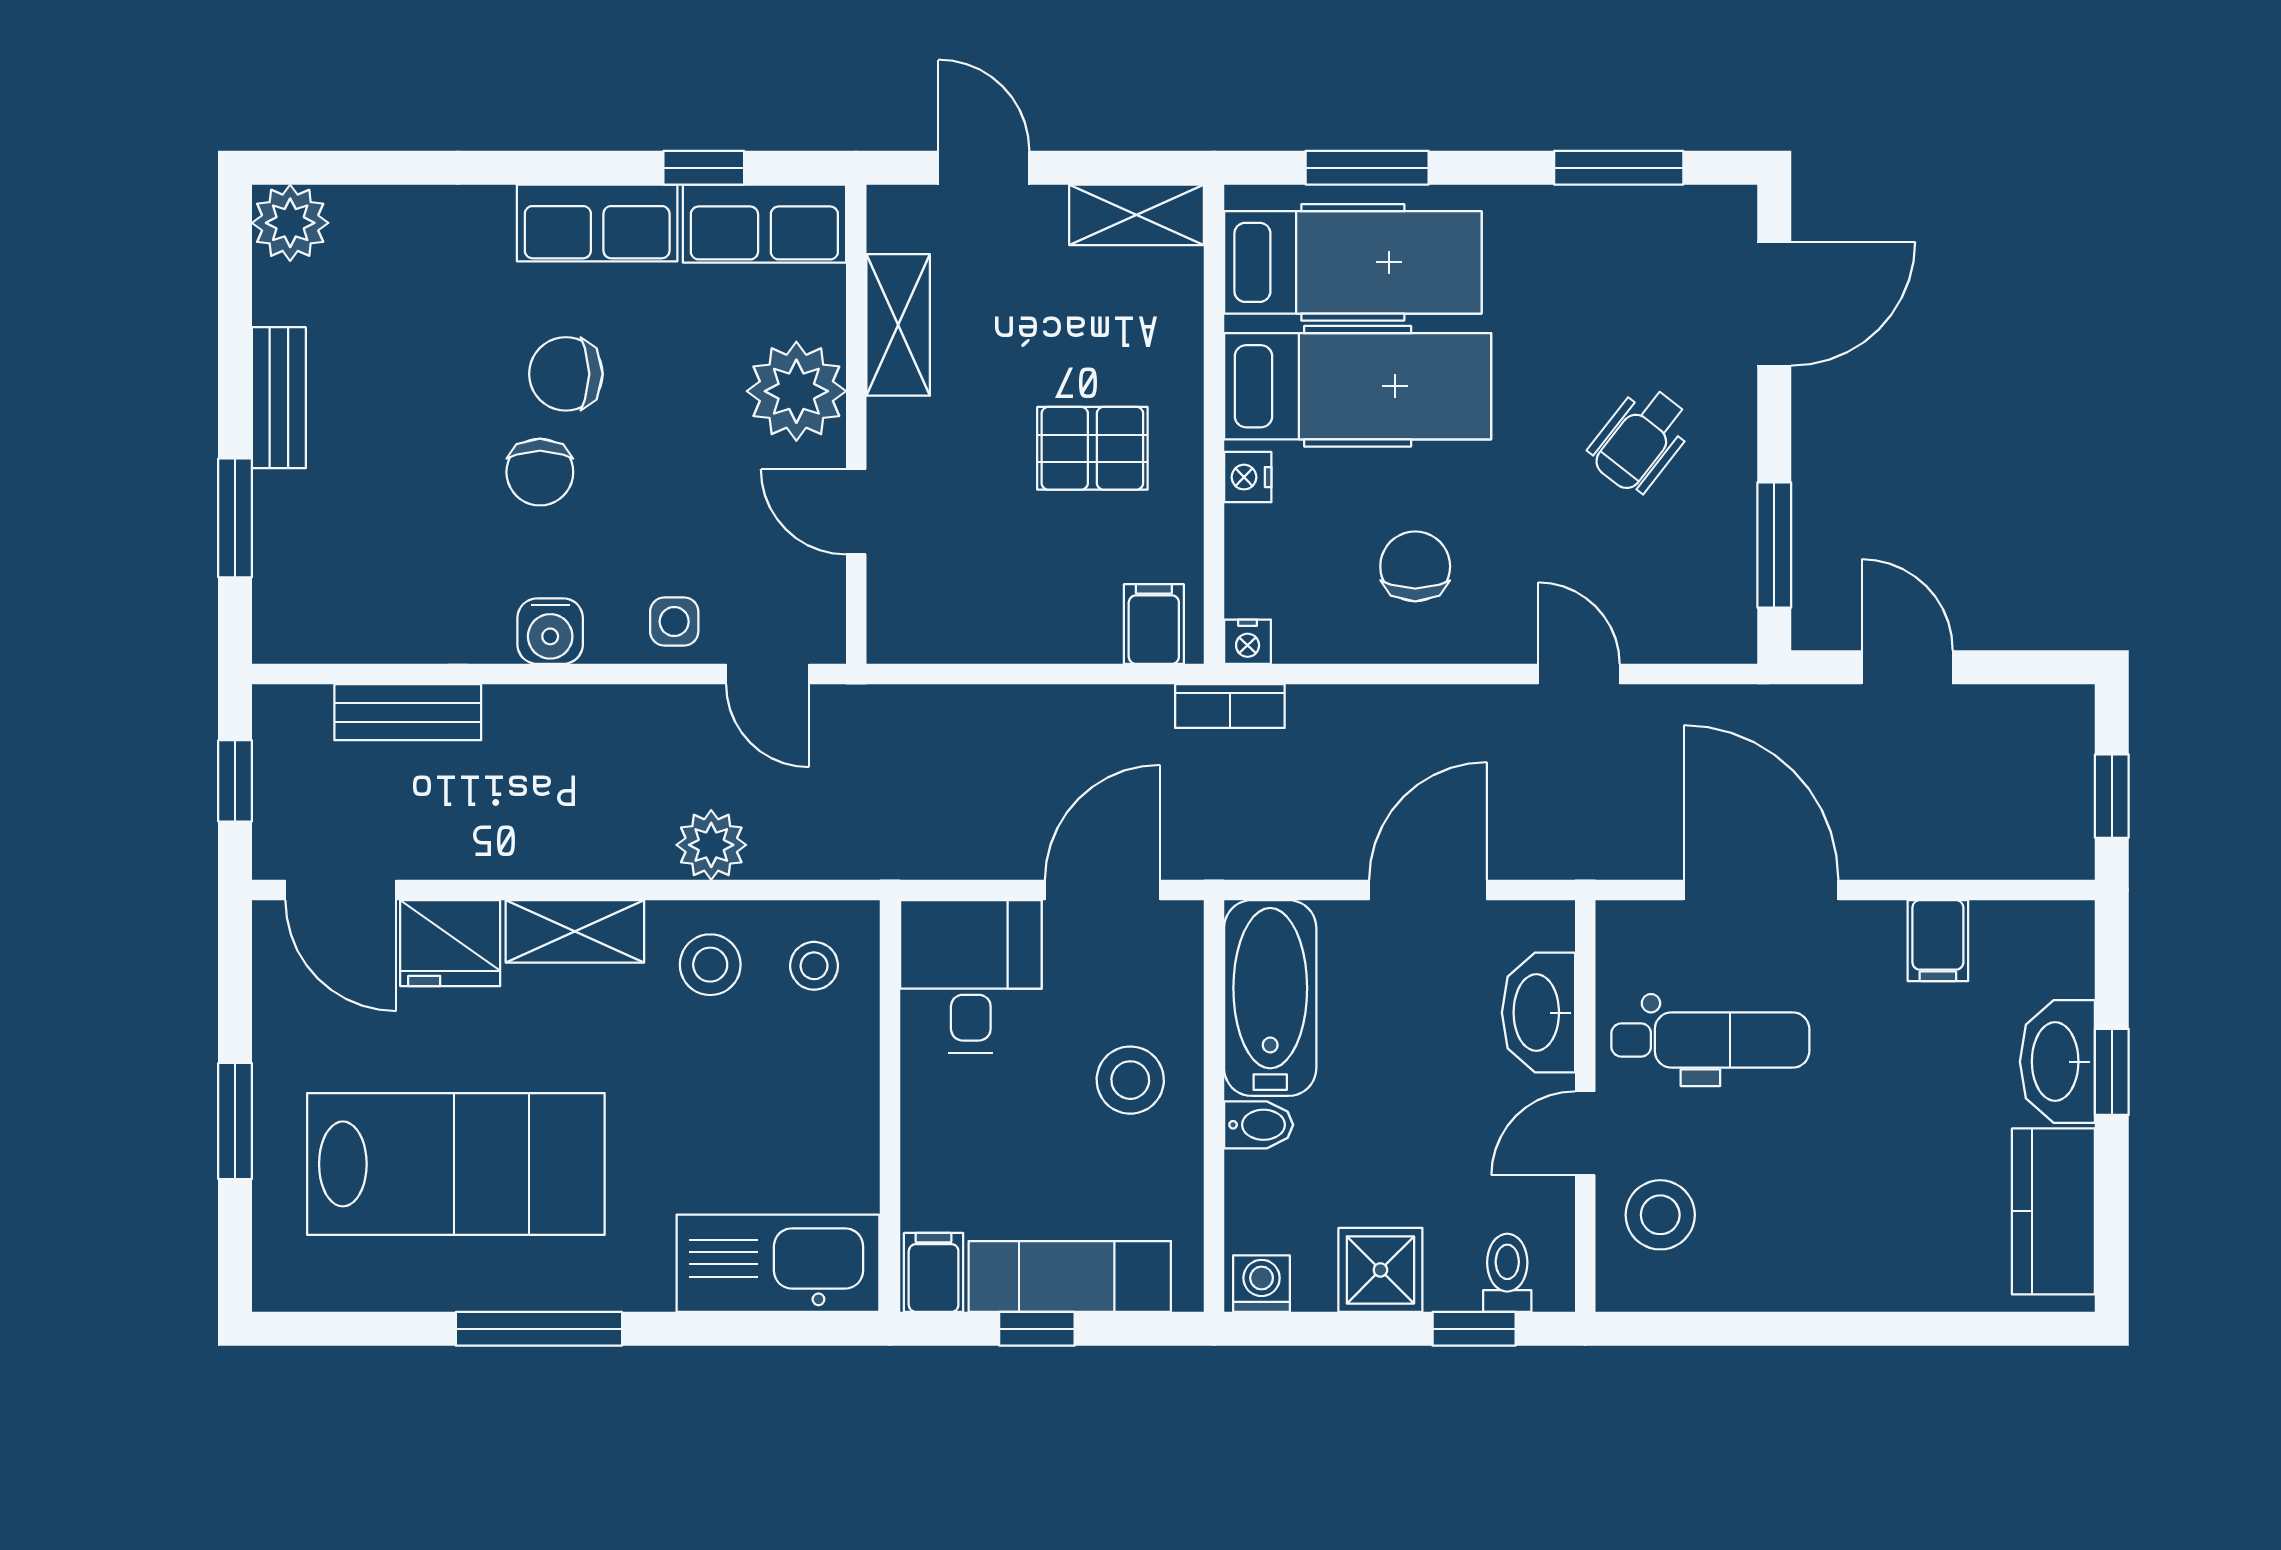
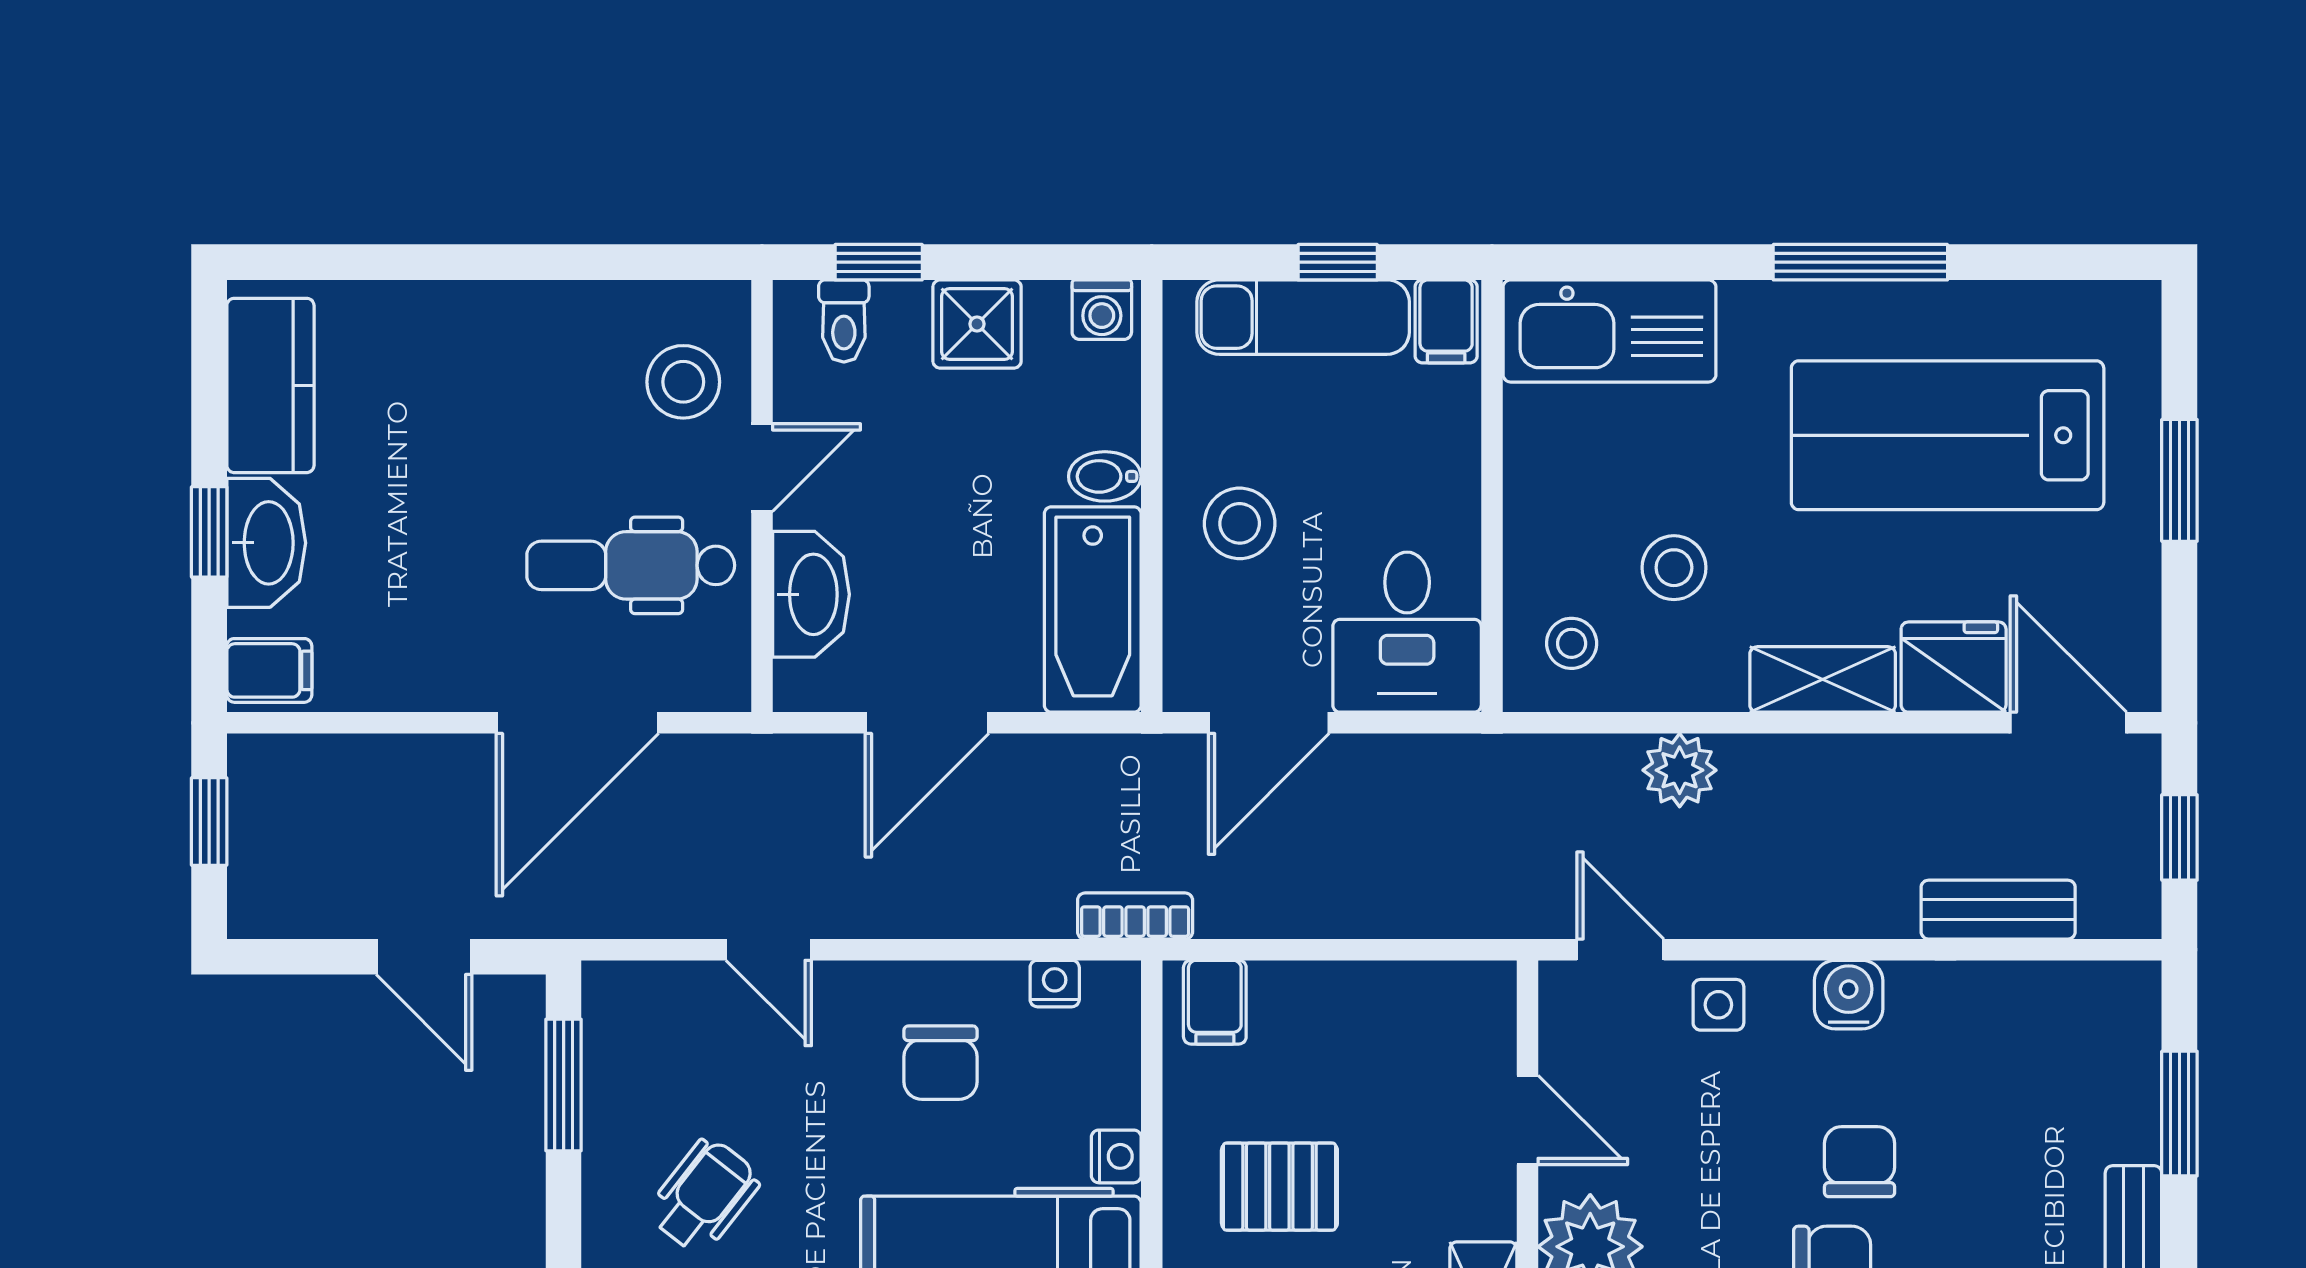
nightstand: (1248, 642) -> (1055, 984), moved
door: (1761, 890) -> (577, 723), hinge flipped
filing cabinet: (1938, 941) -> (269, 670), moved, turned 90
stool: (710, 965) -> (1674, 568), moved

